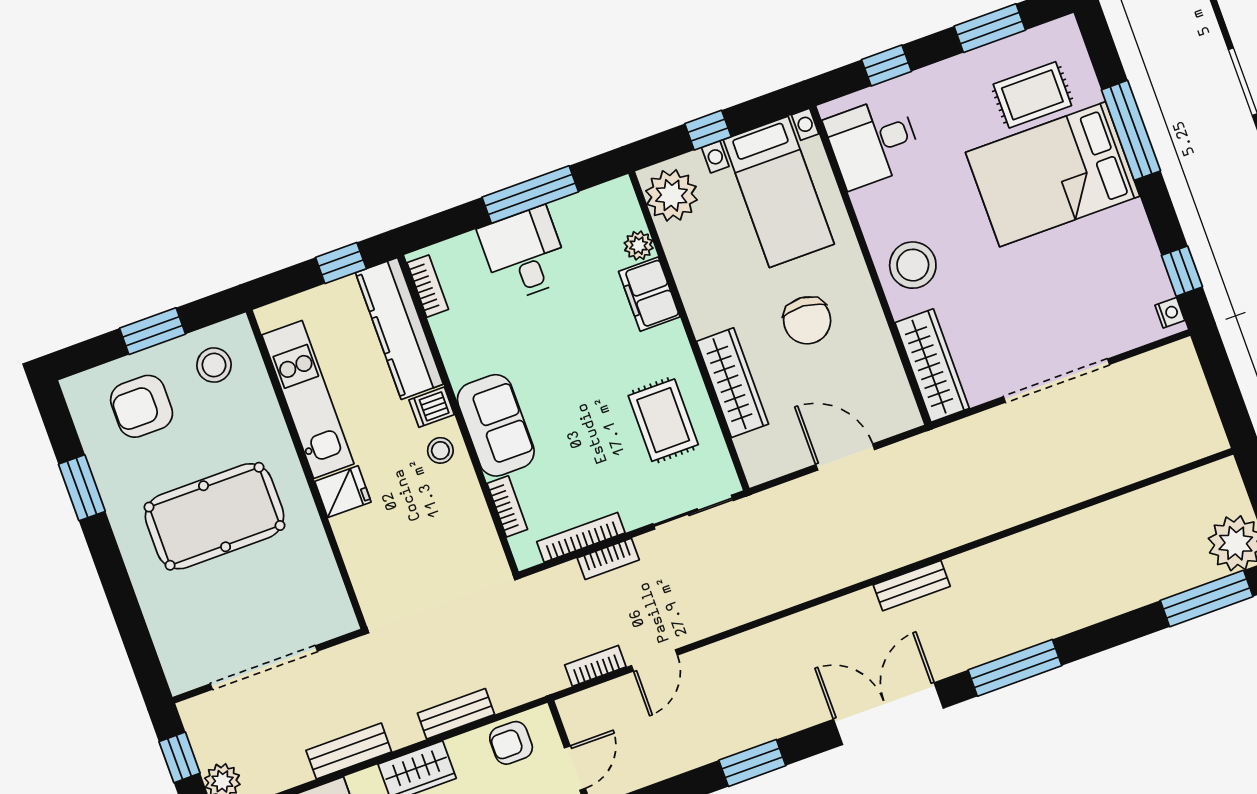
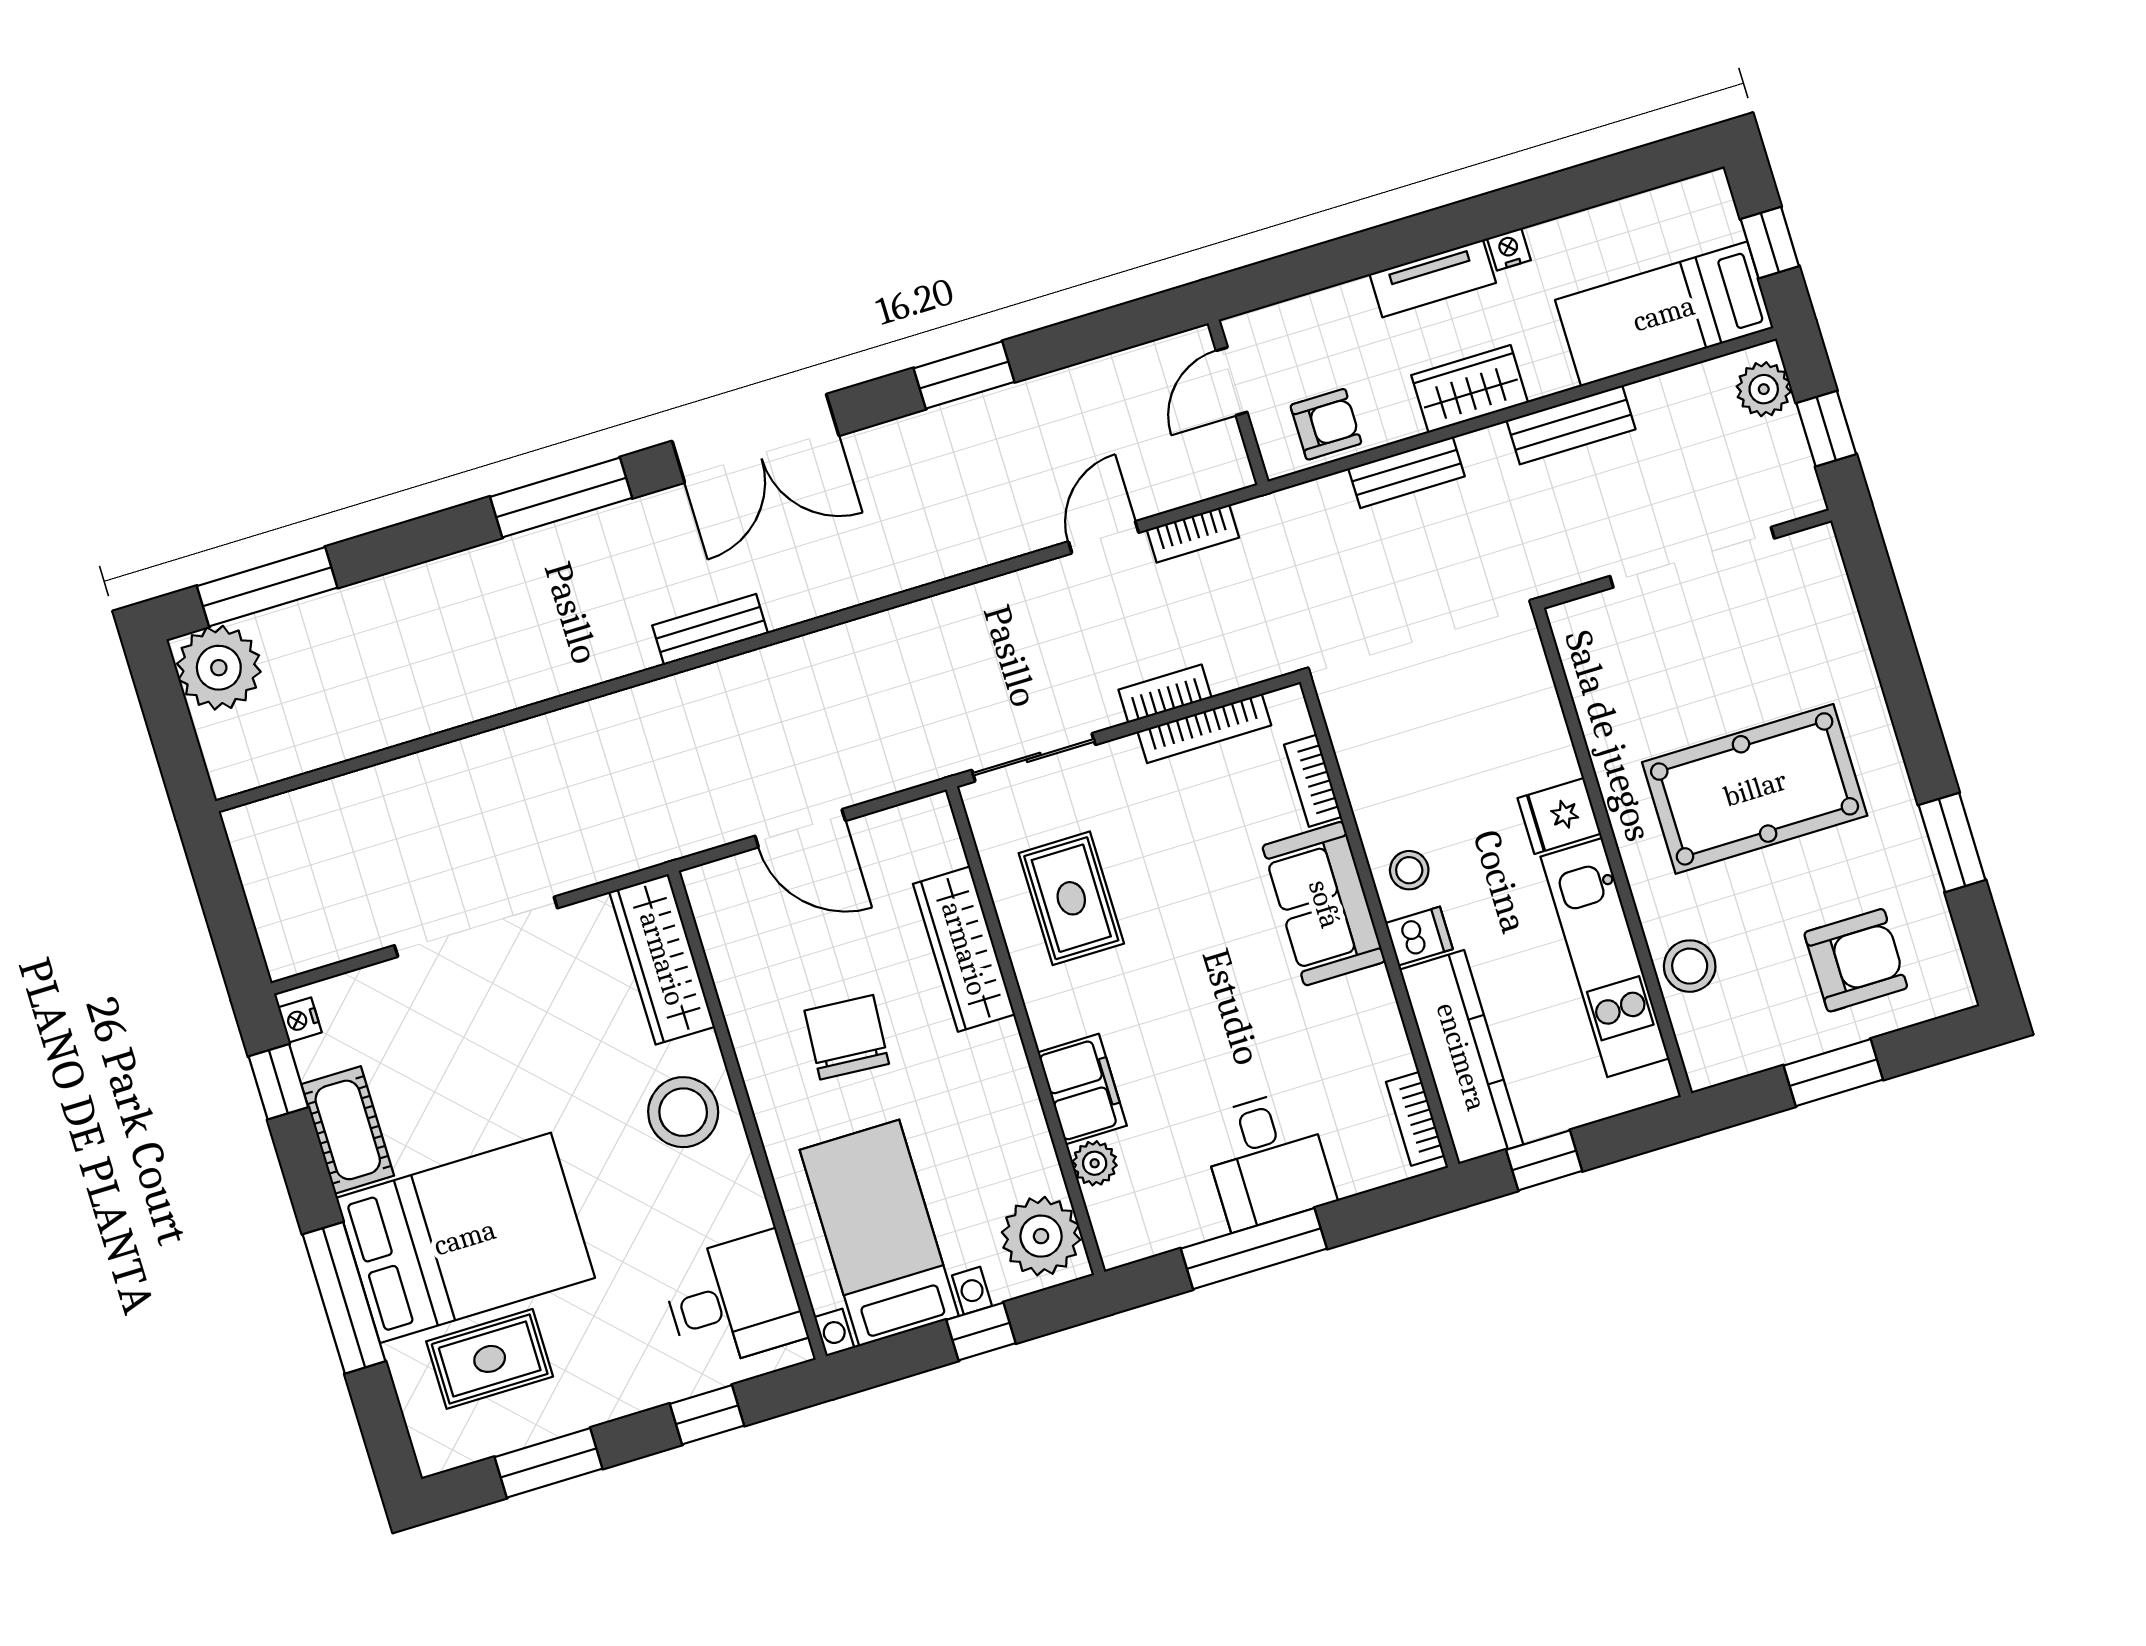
cot: (1134, 242) -> (348, 1130), added
stool: (214, 365) -> (1690, 966), moved

